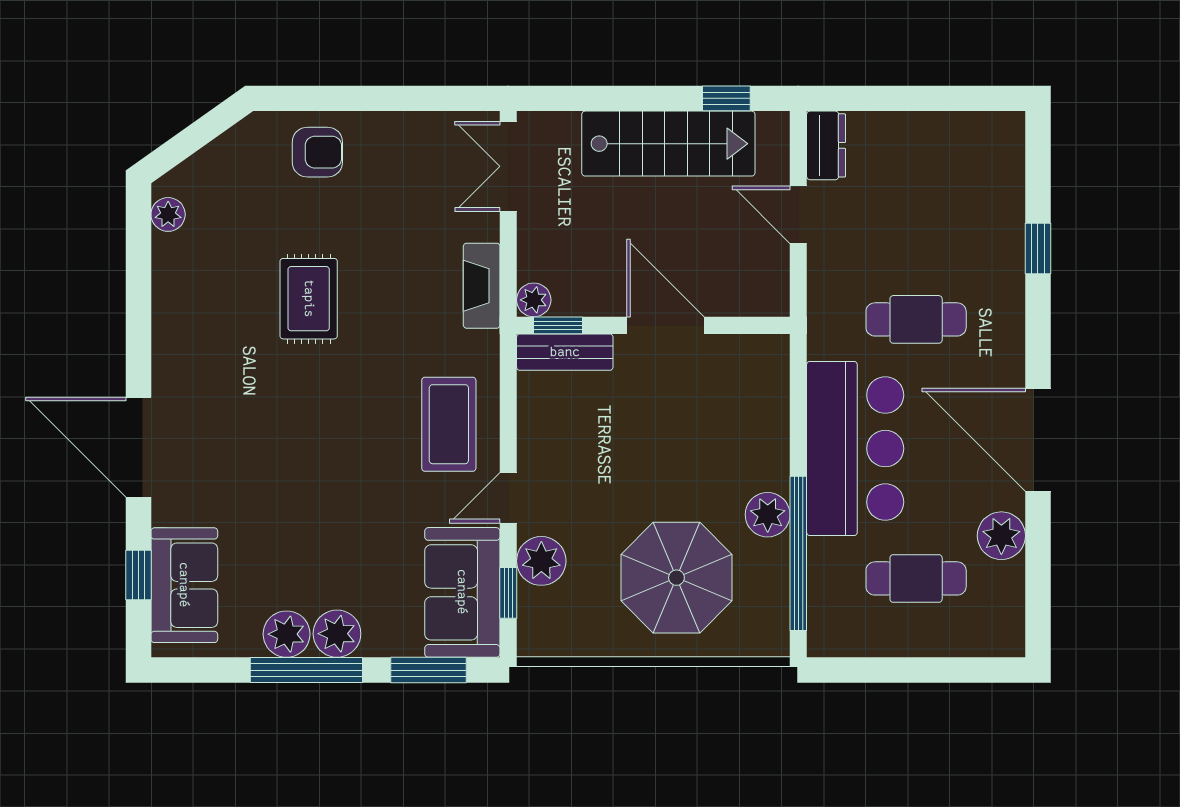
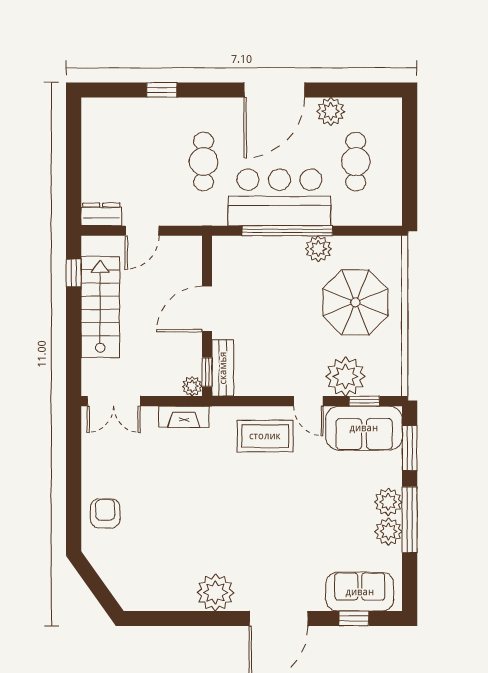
plant: (168, 214) -> (215, 592), moved, width x1.88, depth x1.88
rug: (309, 299) -> (191, 519), removed
window: (798, 553) -> (287, 231), moved
plant: (541, 561) -> (345, 377), width x1.36, depth x1.36

